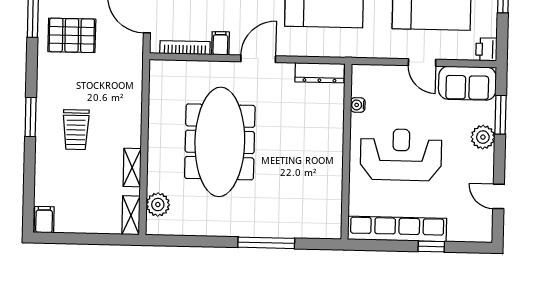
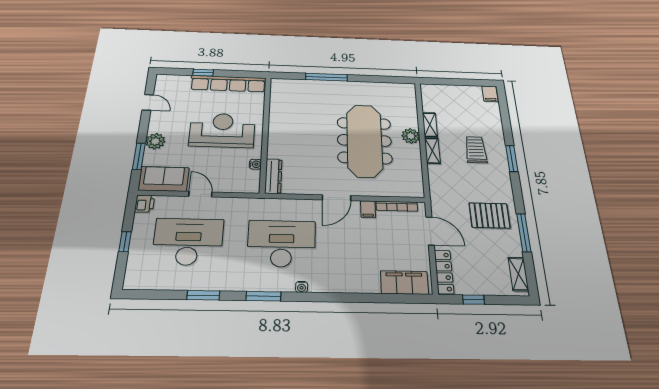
dresser: (320, 73) -> (273, 176), moved, turned 90
reception desk: (401, 155) -> (222, 130), turned 180
plant: (158, 205) -> (411, 136), moved
shelving: (131, 215) -> (432, 151), moved

